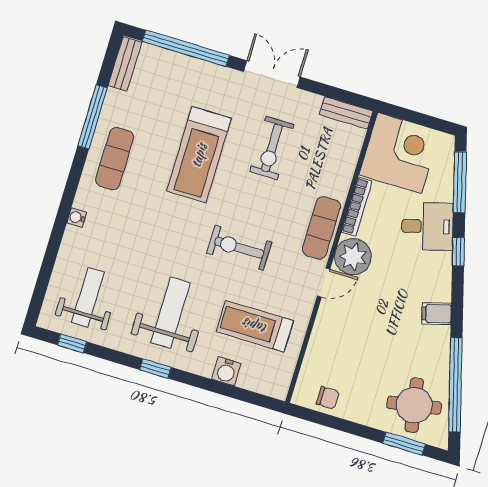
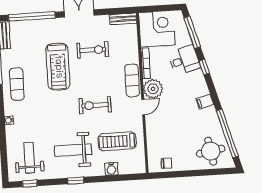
exercise bike: (272, 148) -> (93, 50), turned -90
weight bench: (171, 313) -> (73, 150), turned -90
window: (404, 444) -> (213, 172), removed

